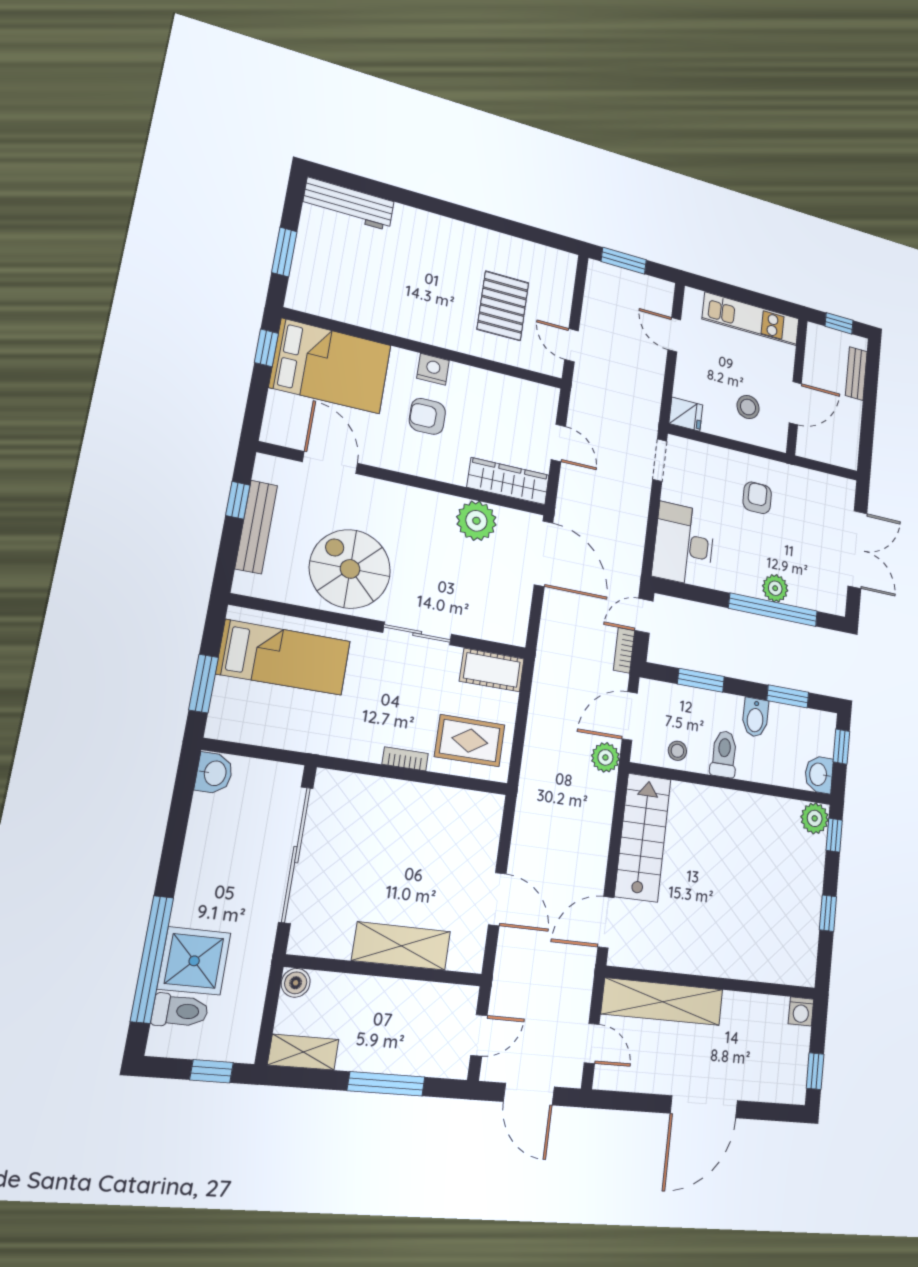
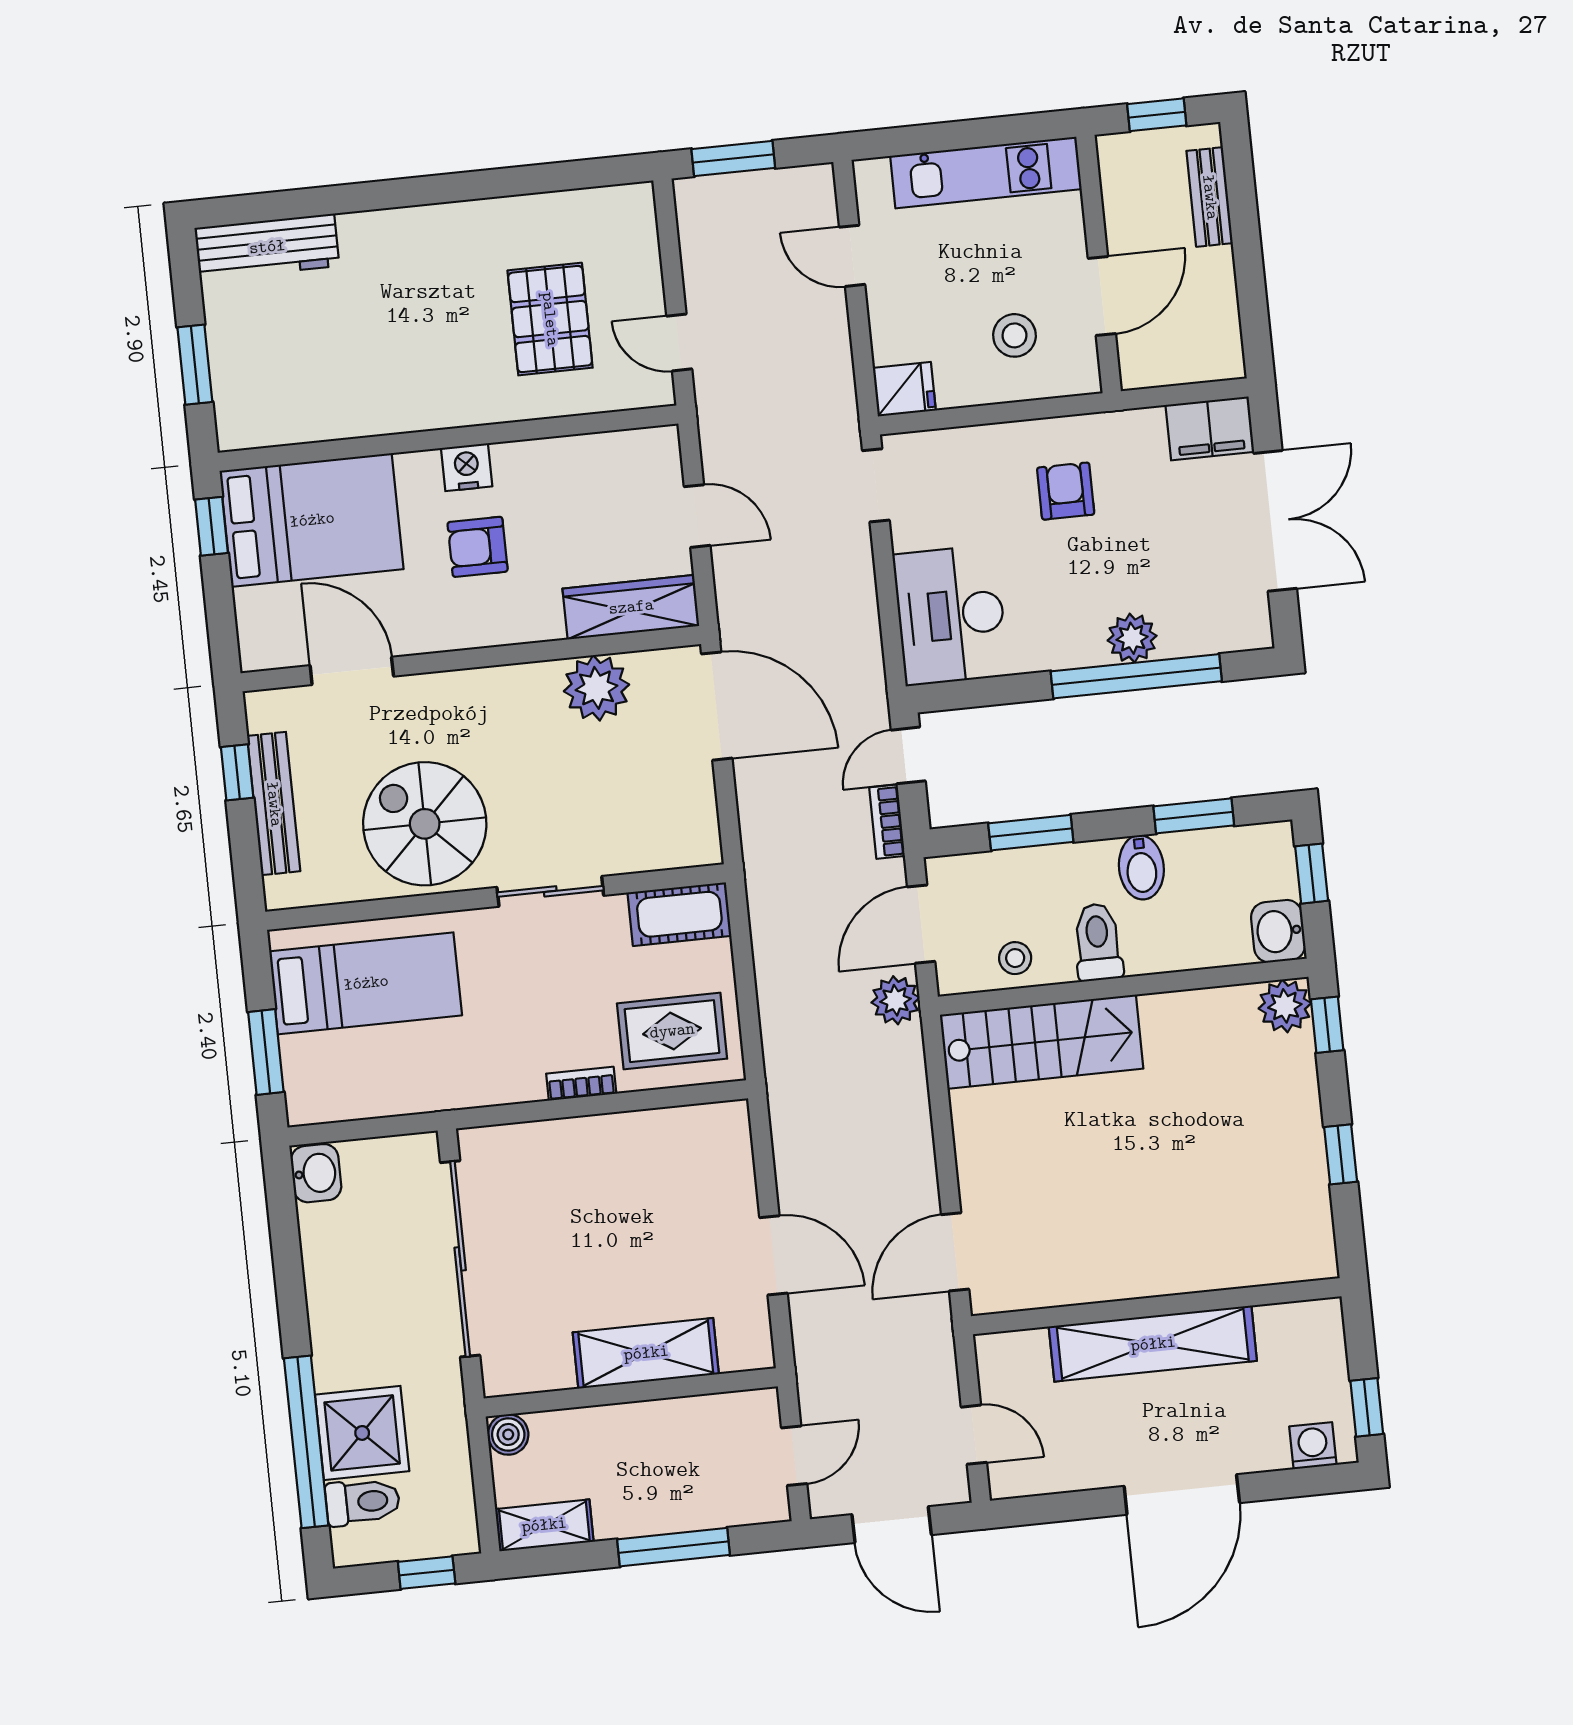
filing cabinet: (835, 490) -> (1210, 428), added
stairs: (643, 837) -> (1042, 1042), moved, turned 90
shelving: (663, 1002) -> (1153, 1344), moved
washing machine: (801, 1011) -> (1313, 1446), moved, turned 180

